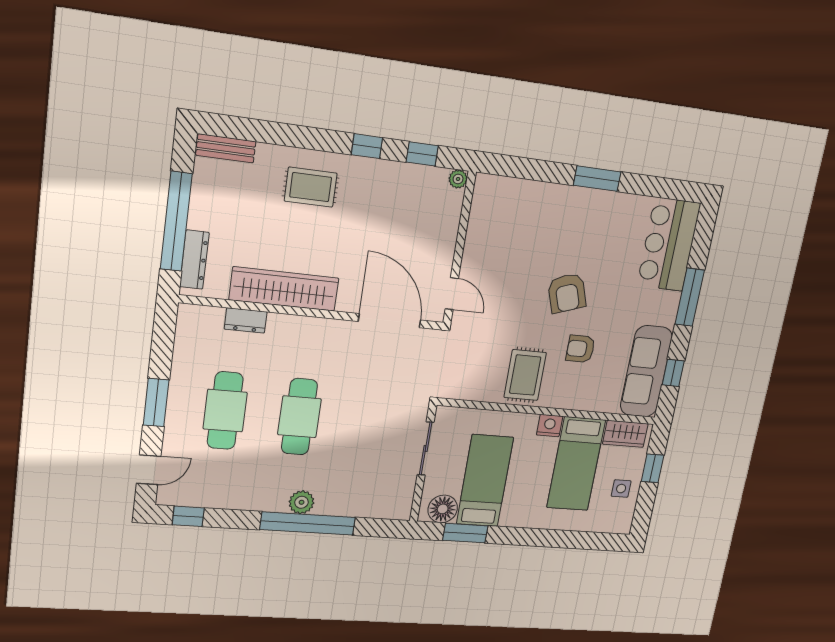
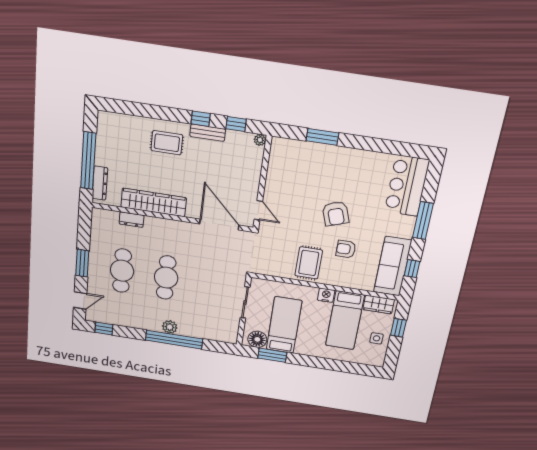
bench: (226, 148) -> (208, 133), moved
window: (597, 179) -> (322, 137), moved

